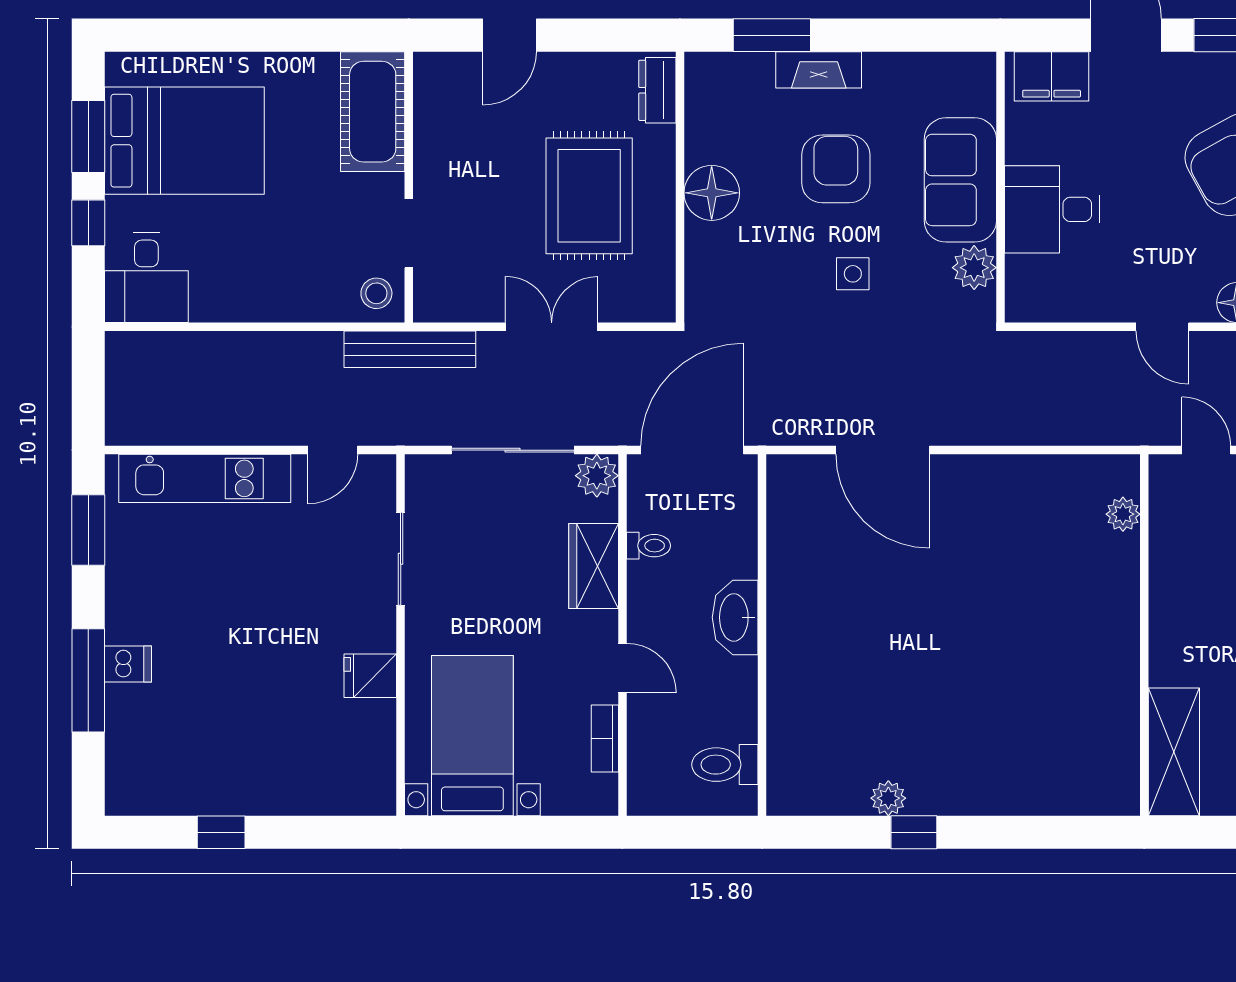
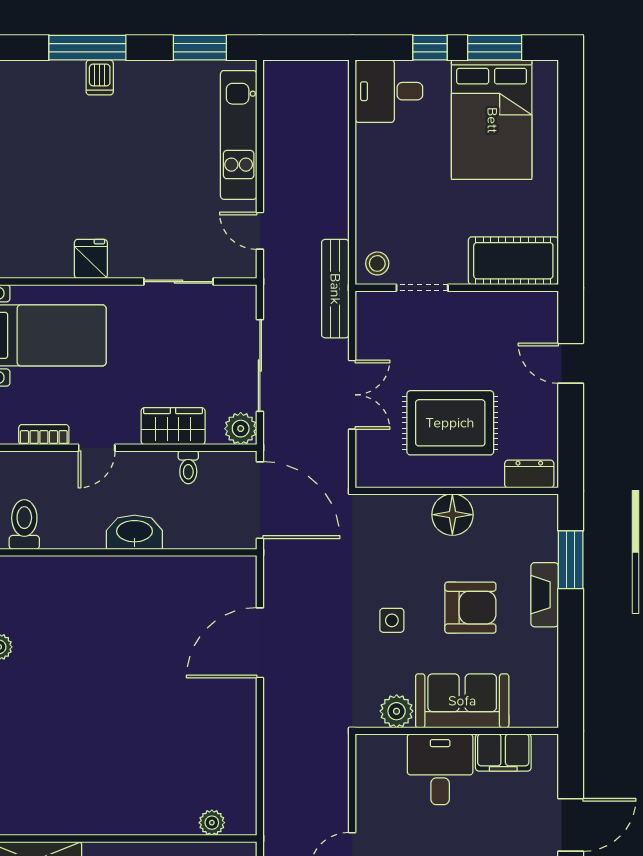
filing cabinet: (1052, 76) -> (503, 753), moved, turned -90

